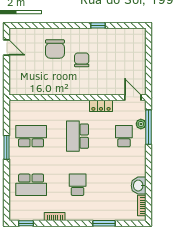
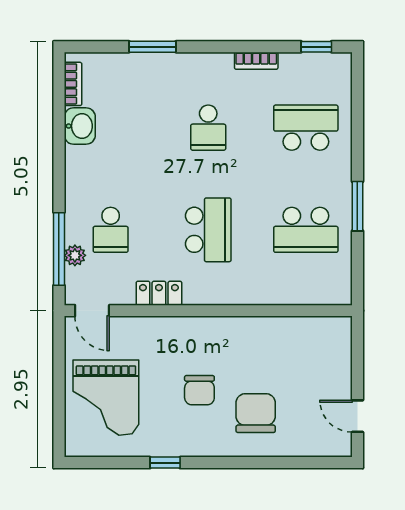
grand piano: (126, 56) -> (106, 398), added

